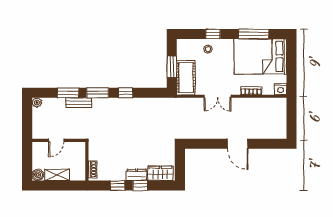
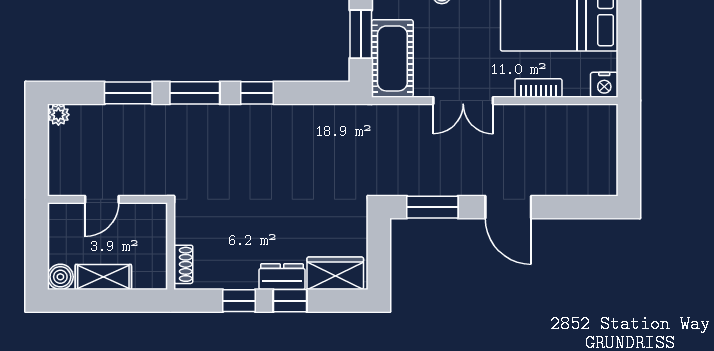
bench: (79, 103) -> (152, 115), removed
window: (204, 144) -> (432, 207), added

